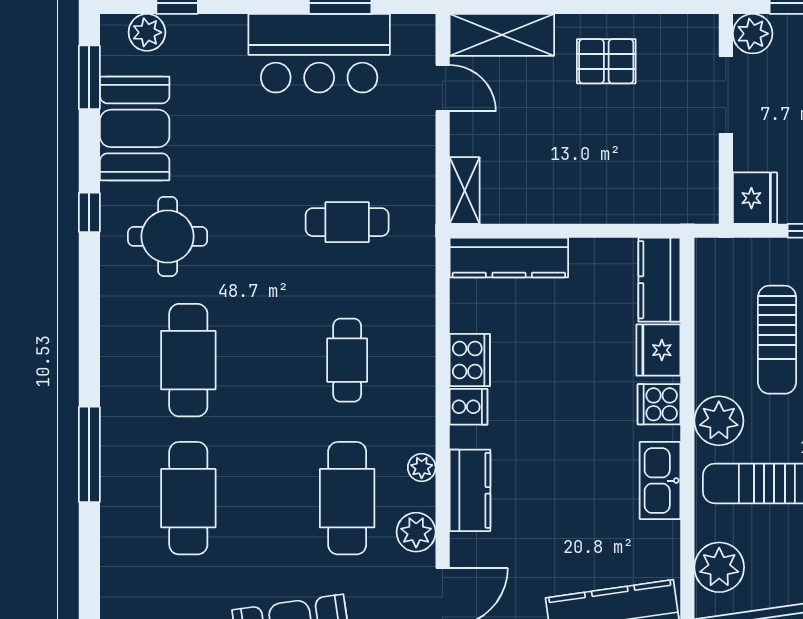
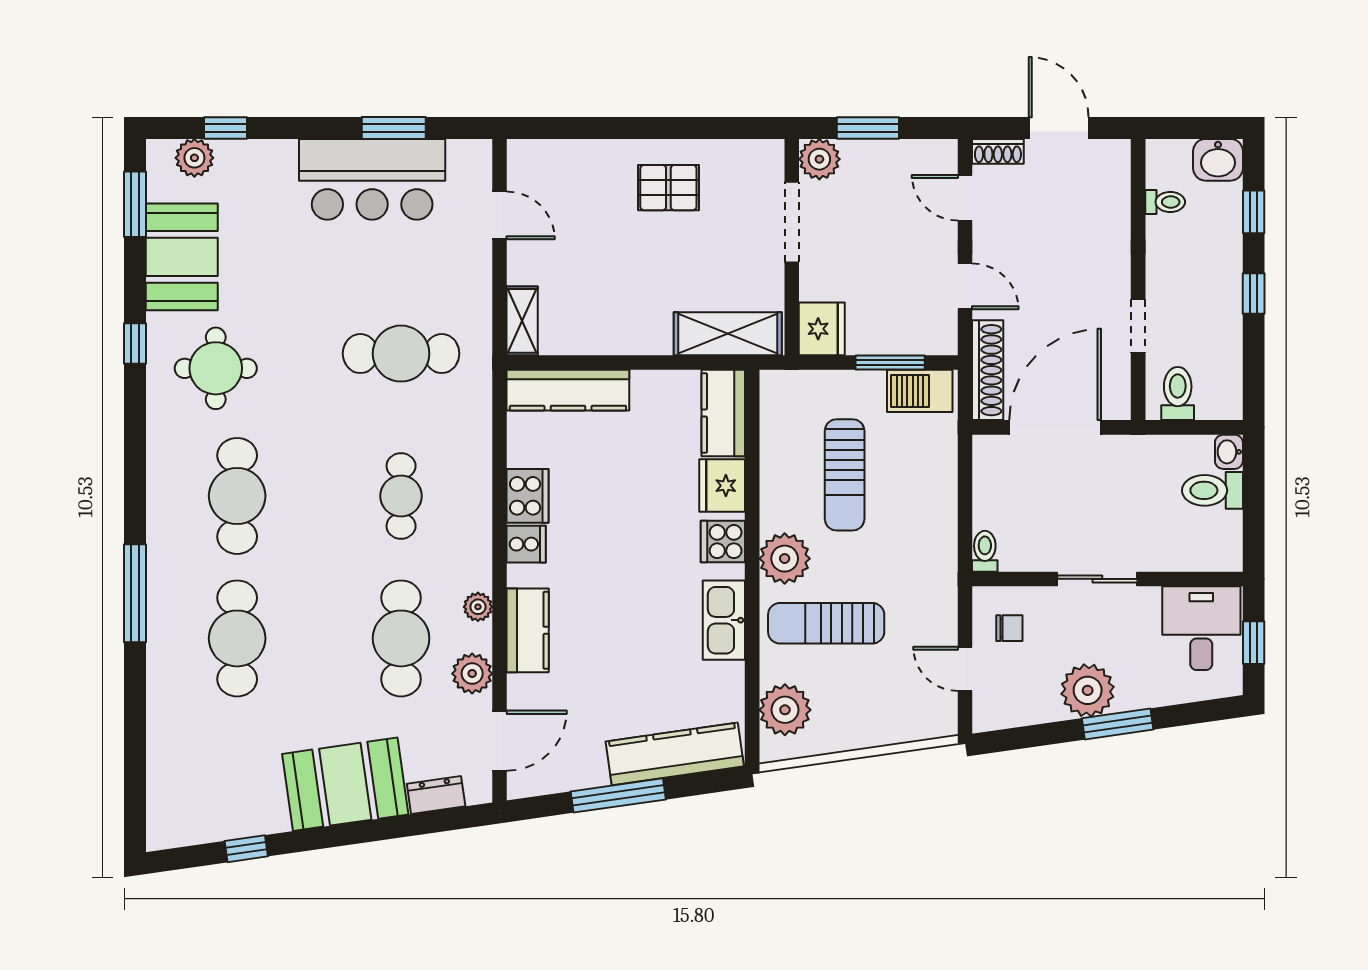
shelving: (502, 35) -> (728, 334), moved
cafe table: (347, 222) -> (401, 354), width x1.37, depth x1.35

